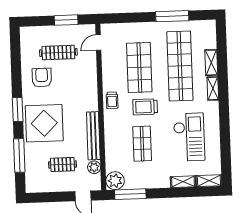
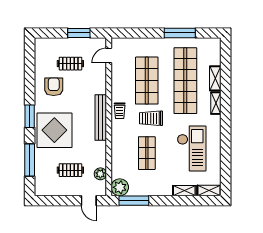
clothes rail: (58, 53) -> (70, 64), width x0.73
bench: (93, 136) -> (101, 117), moved

